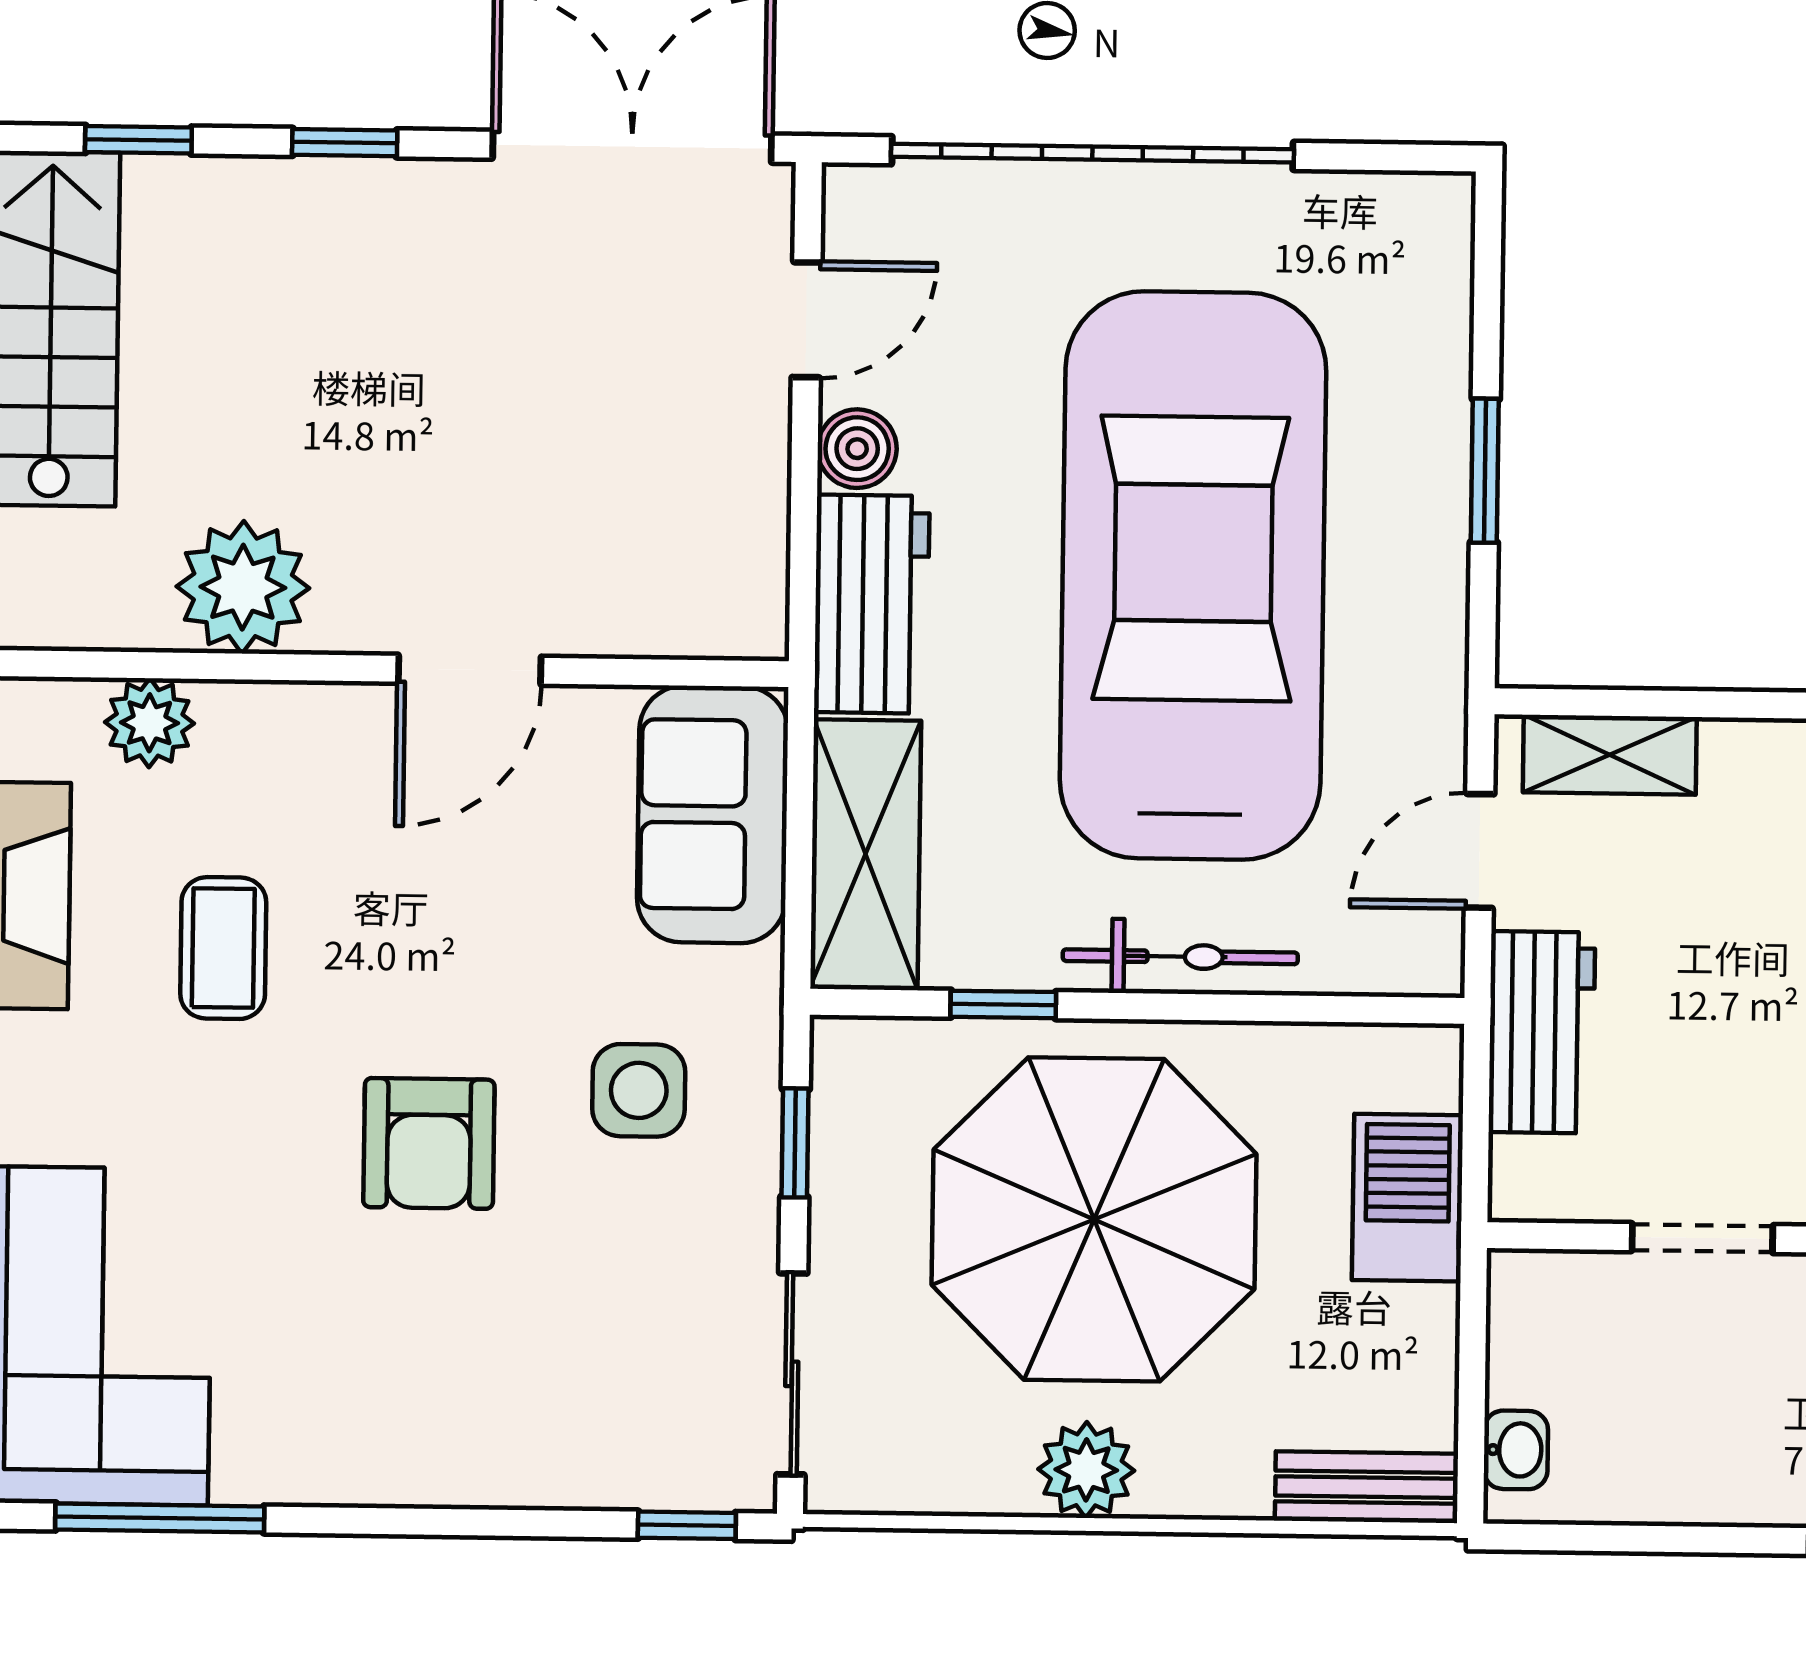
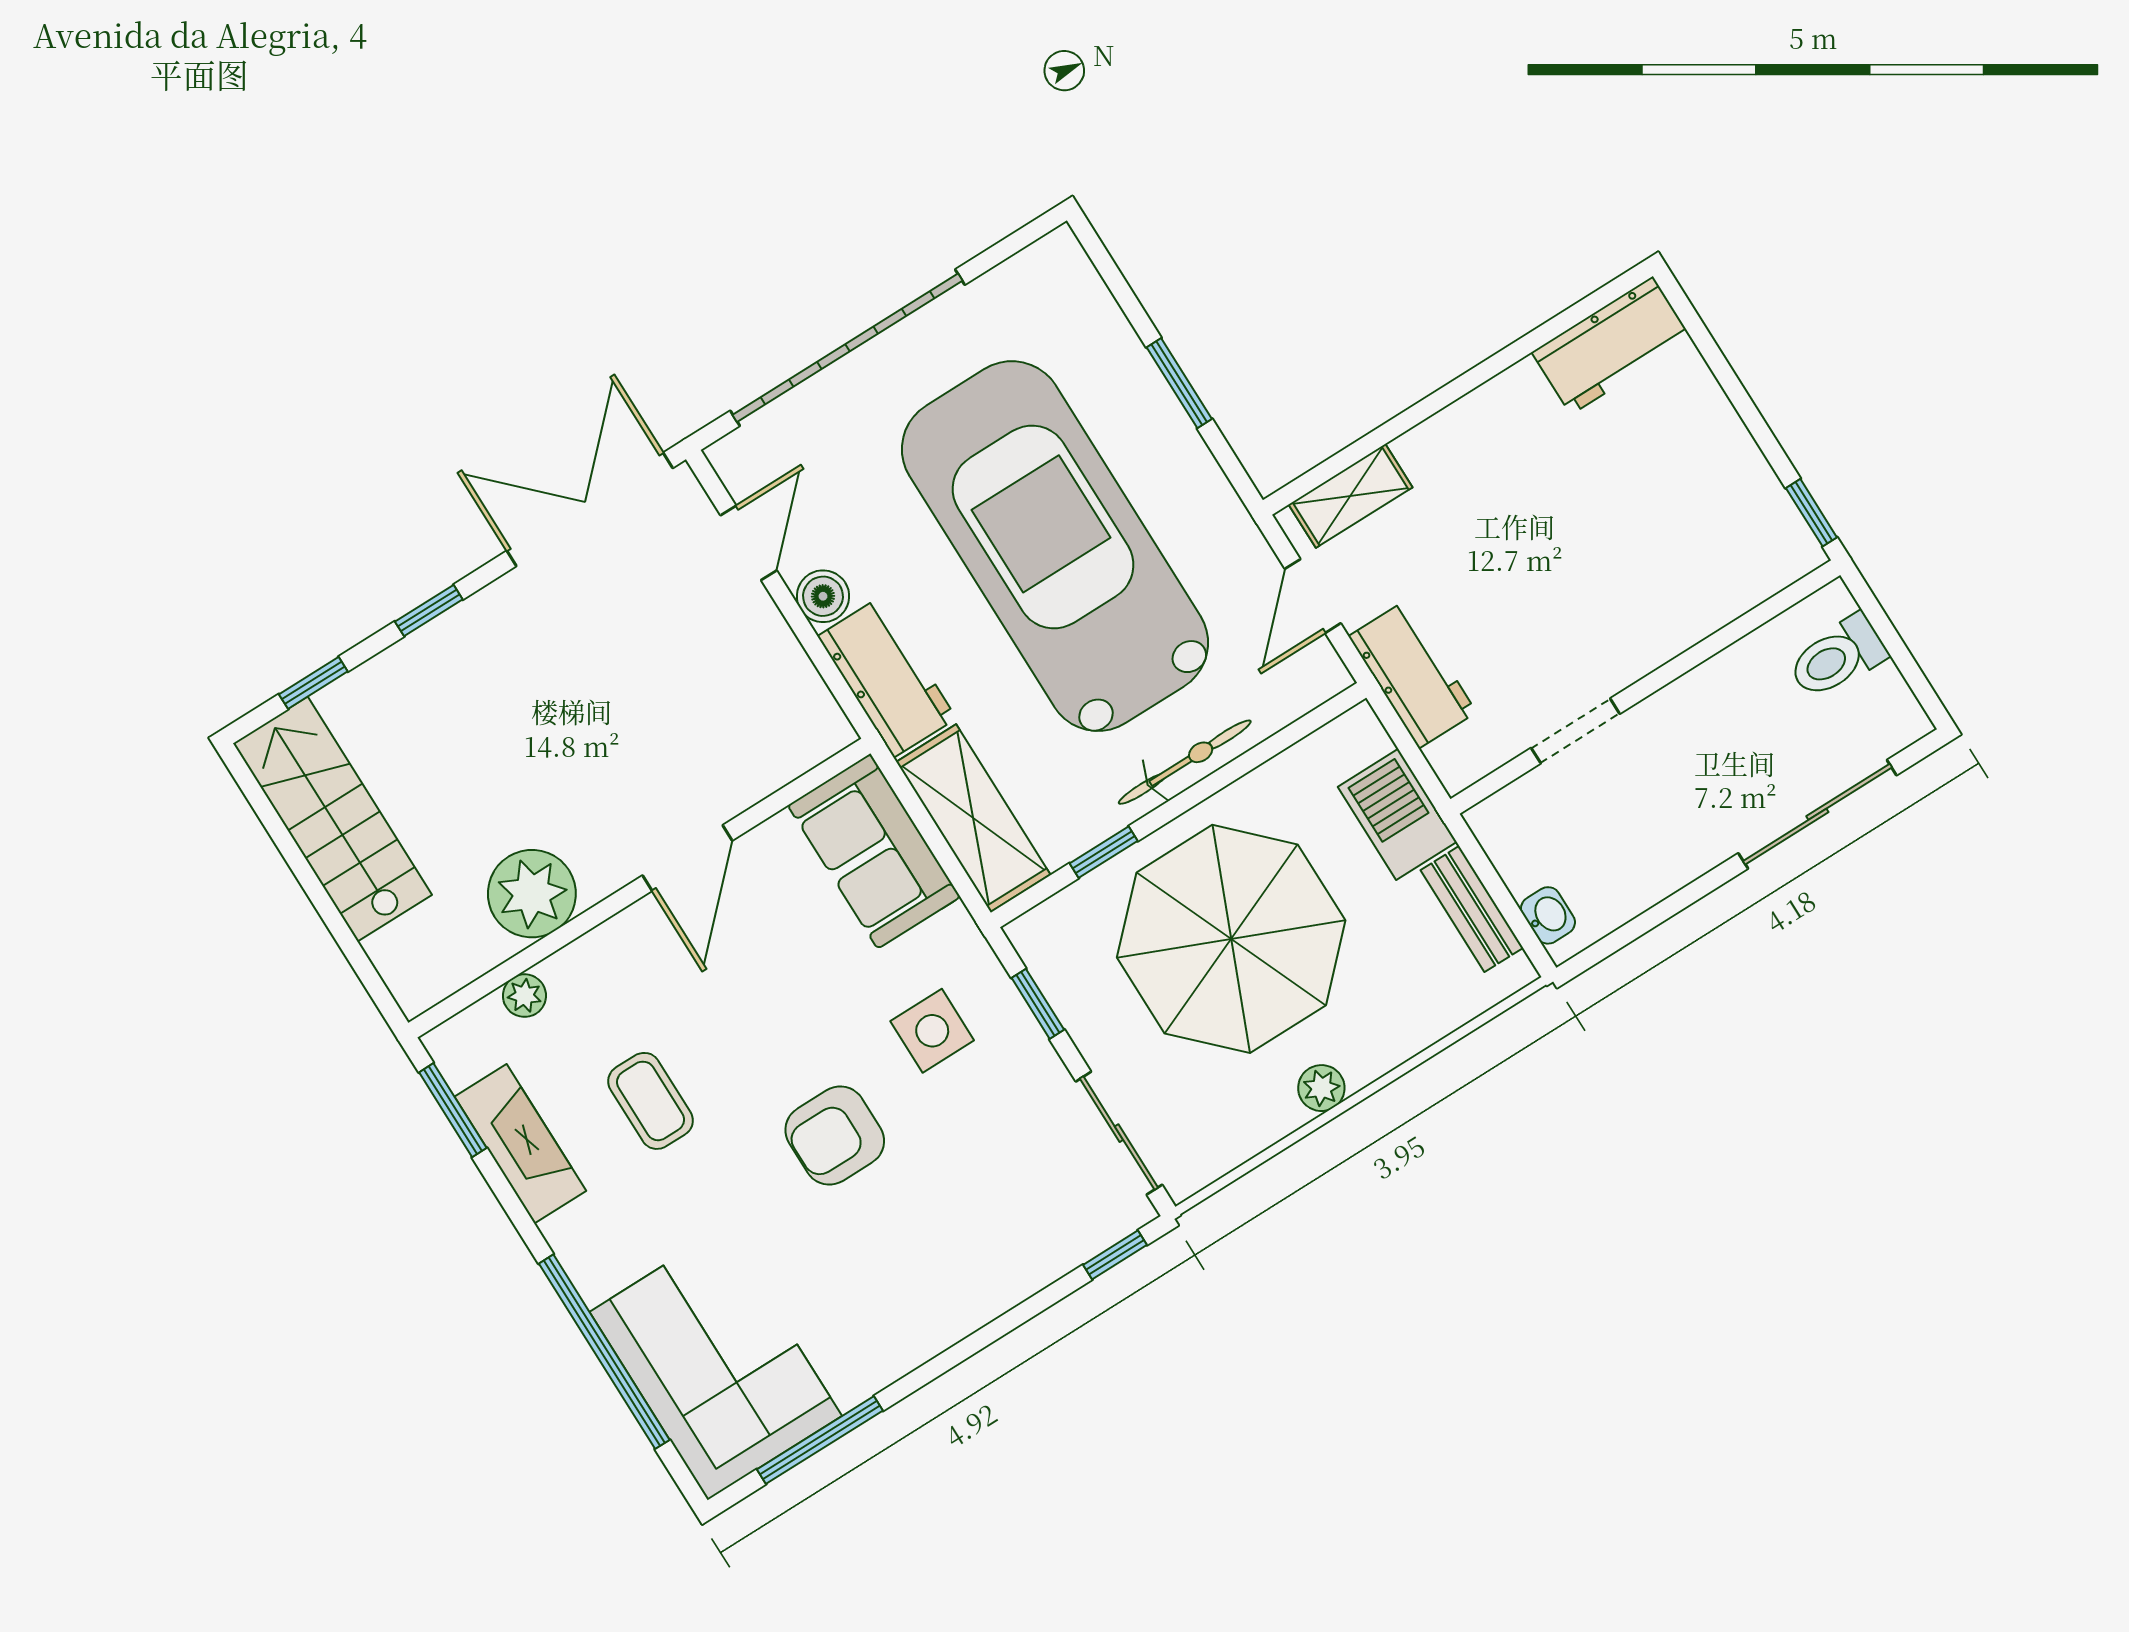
plant: (149, 723) -> (524, 996), width x0.73, depth x0.73
armchair: (429, 1143) -> (835, 1136), turned 90
plant: (1086, 1470) -> (1321, 1088), width x0.73, depth x0.73
bench: (1367, 1487) -> (1472, 909), moved, turned 90

